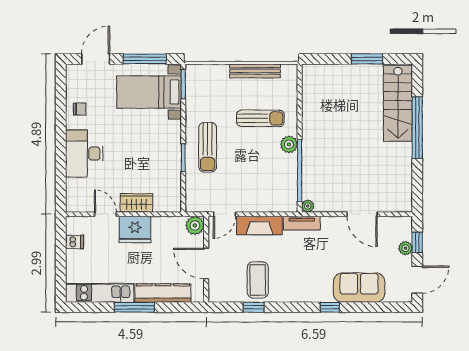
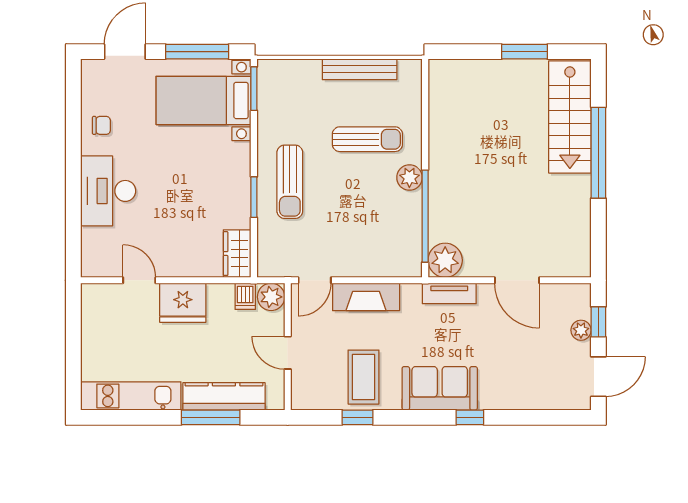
wardrobe: (136, 203) -> (237, 254), moved, turned -90
plant: (308, 206) -> (445, 260), width x1.88, depth x1.88
tv unit: (302, 223) -> (449, 293), moved
dishwasher: (75, 242) -> (245, 296), moved, turned 90
door: (206, 264) -> (288, 353), width x0.73
sofa: (359, 288) -> (440, 388), moved
window: (134, 307) -> (211, 417), moved

